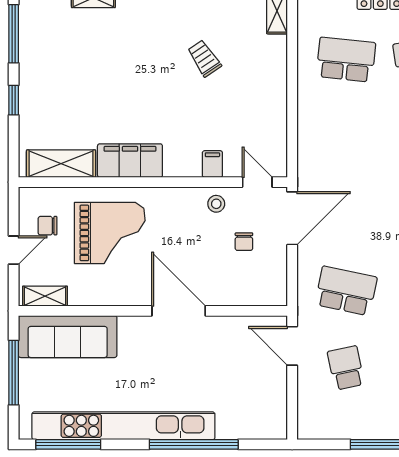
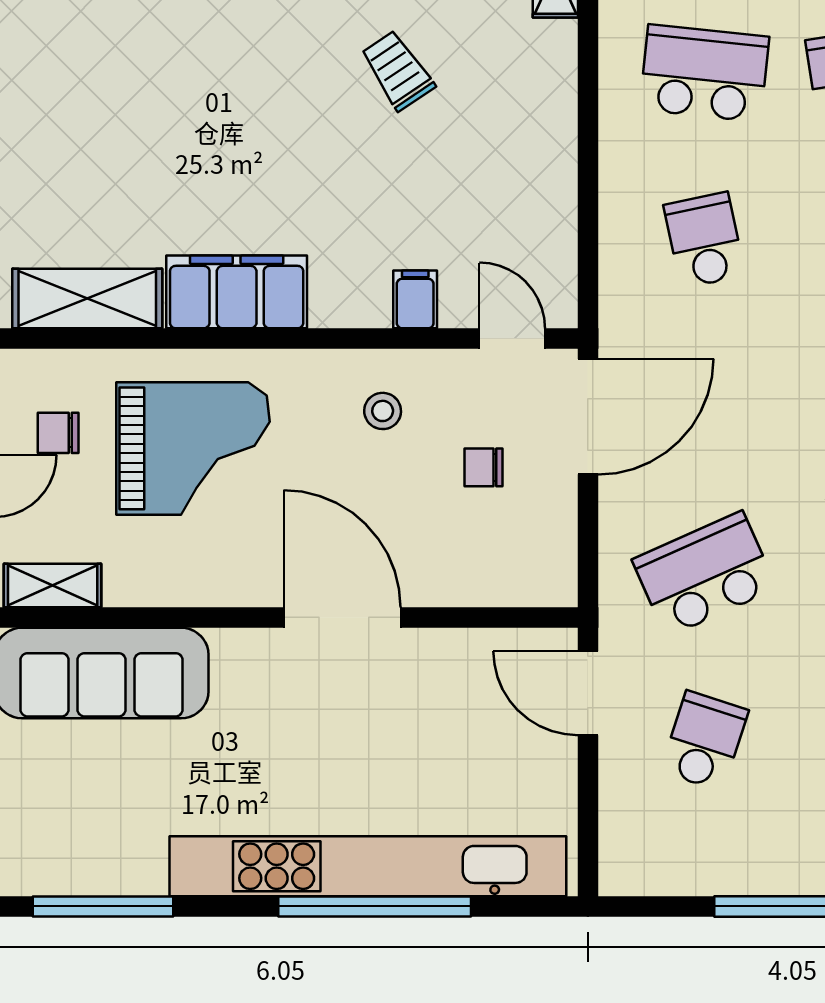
school desk: (346, 137) -> (704, 240), added
stool: (216, 204) -> (383, 411), moved
chair: (244, 242) -> (483, 467), turned 90
school desk: (346, 291) -> (704, 574), turned -36
school desk: (346, 368) -> (704, 741), turned 30
kitchen unit: (123, 426) -> (368, 866), moved

